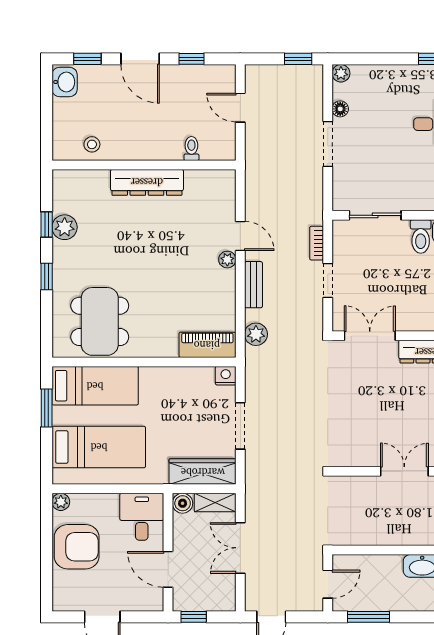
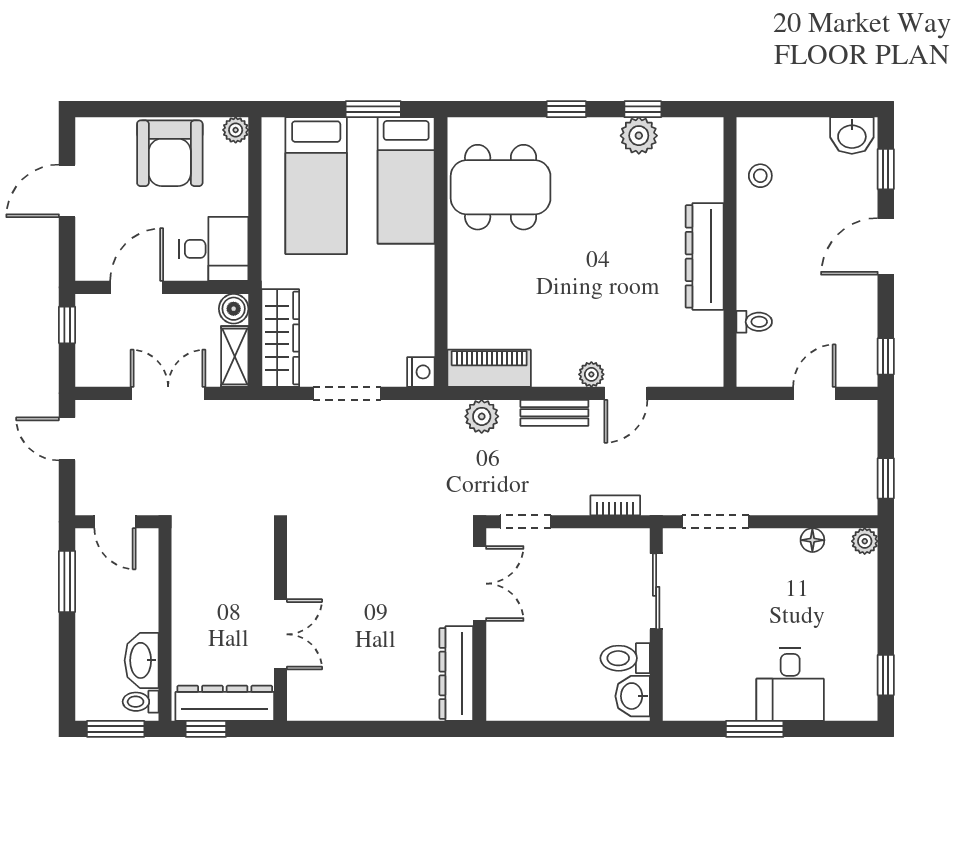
window: (191, 59) -> (886, 356), moved
doorway: (328, 144) -> (716, 522), moved
doorway: (328, 281) -> (526, 522), moved
piano: (207, 345) -> (489, 368), moved, turned -90

